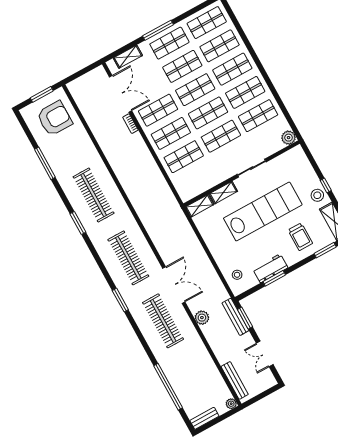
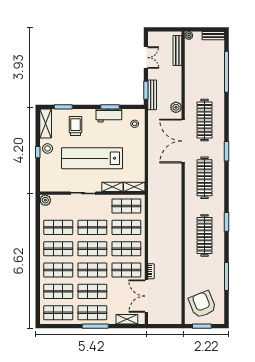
armchair: (54, 118) -> (202, 304), turned 68
shop shelf: (197, 180) -> (126, 206), added
double door: (174, 285) -> (183, 141), width x1.36

